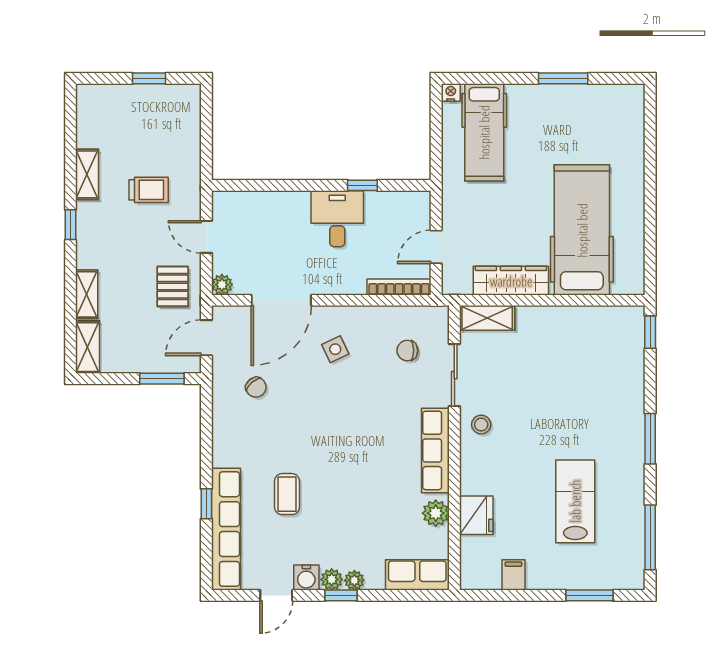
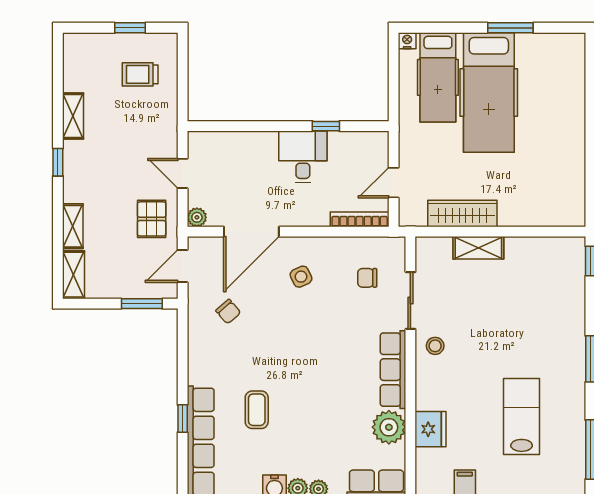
trolley: (149, 190) -> (140, 74), moved, turned 180
hospital bed: (582, 230) -> (489, 92), moved, turned 180
shelving: (487, 318) -> (478, 248), moved
plant: (436, 513) -> (389, 427), width x1.36, depth x1.36

